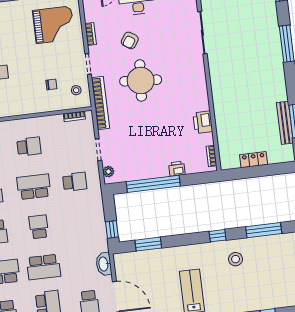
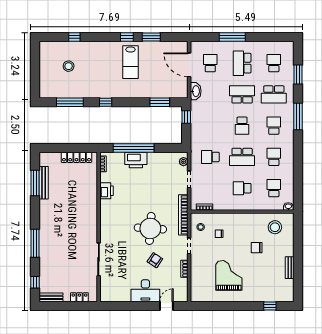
grand piano: (54, 25) -> (229, 275), moved, turned 90
locker: (254, 160) -> (76, 157), width x1.53
printer: (177, 169) -> (136, 160), width x1.87, depth x1.48
window: (153, 184) -> (134, 148), moved
stool: (236, 259) -> (69, 66), moved

